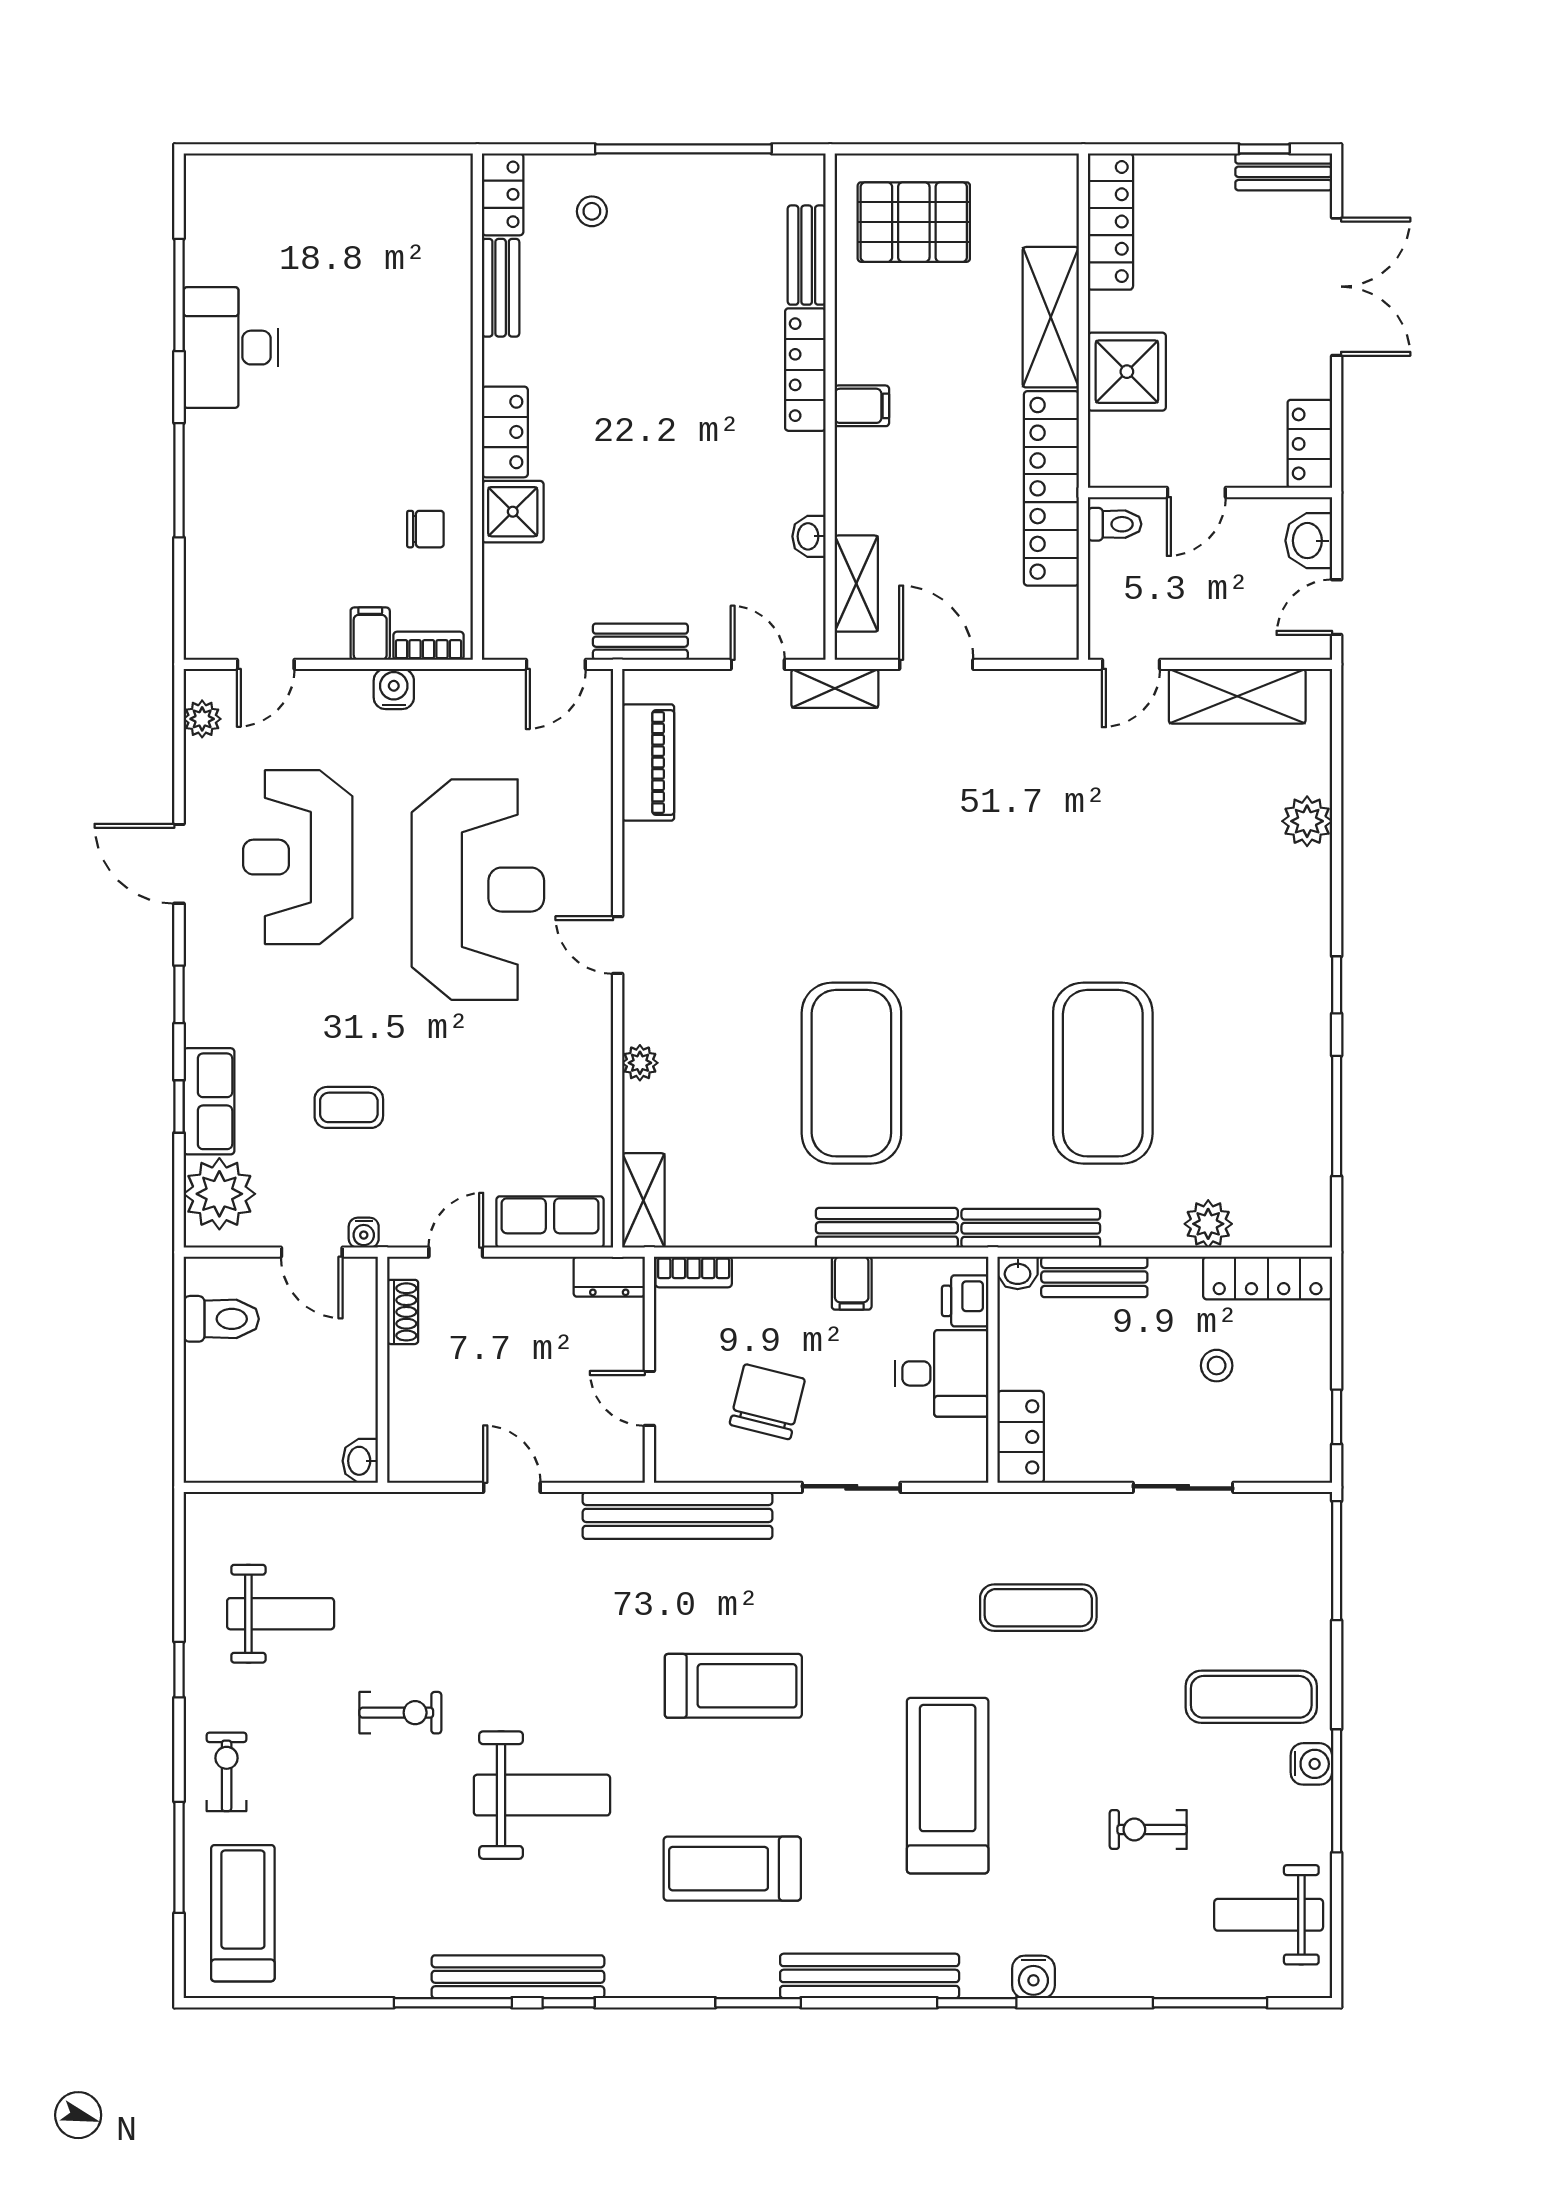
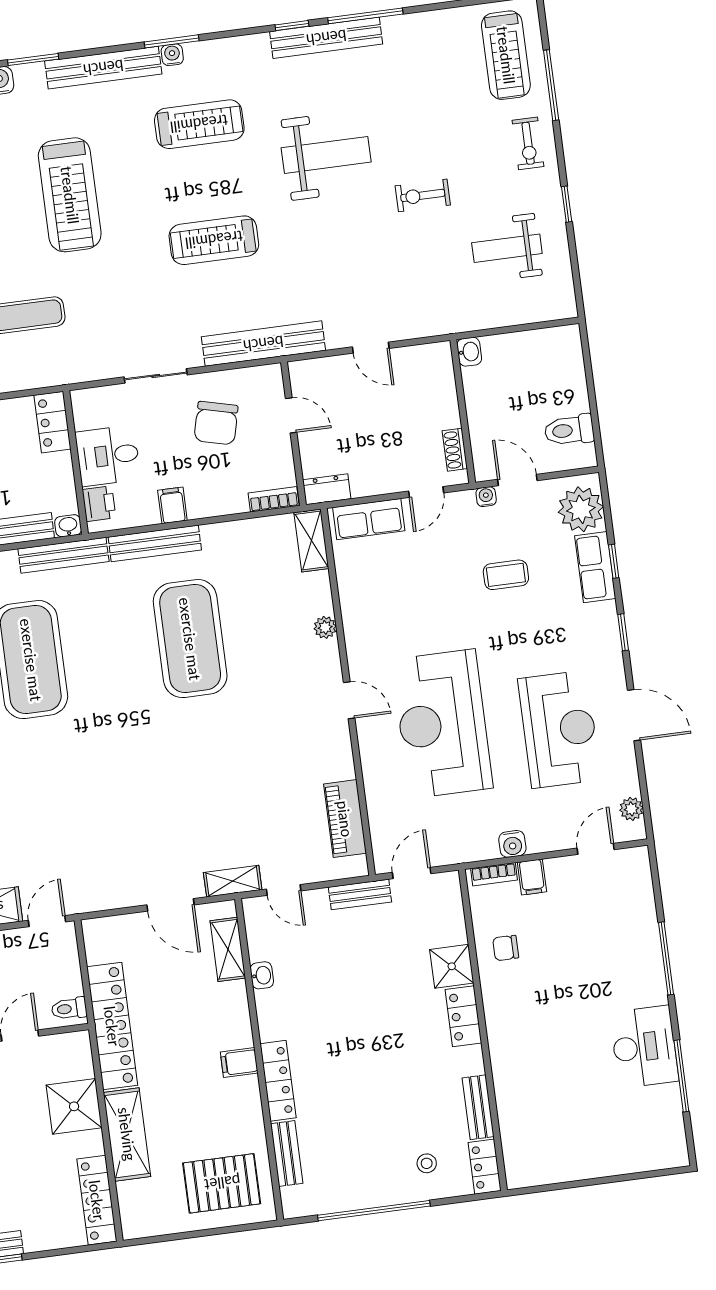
weight bench: (542, 1795) -> (326, 155), turned 180
water cooler: (760, 1982) -> (172, 55), added

